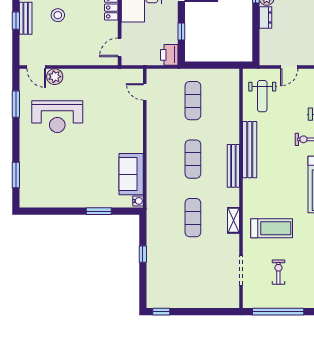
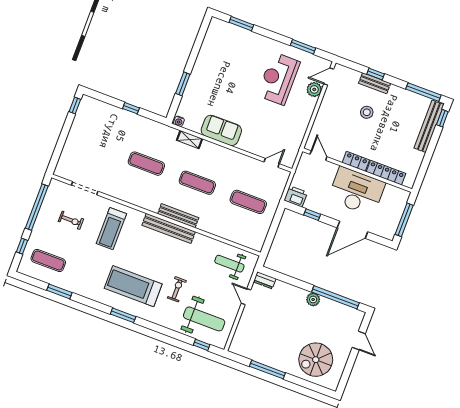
dresser: (266, 17) -> (265, 280), moved
bench: (250, 150) -> (169, 228), moved
sofa: (131, 174) -> (221, 130), moved
shelving: (234, 220) -> (190, 139), moved

